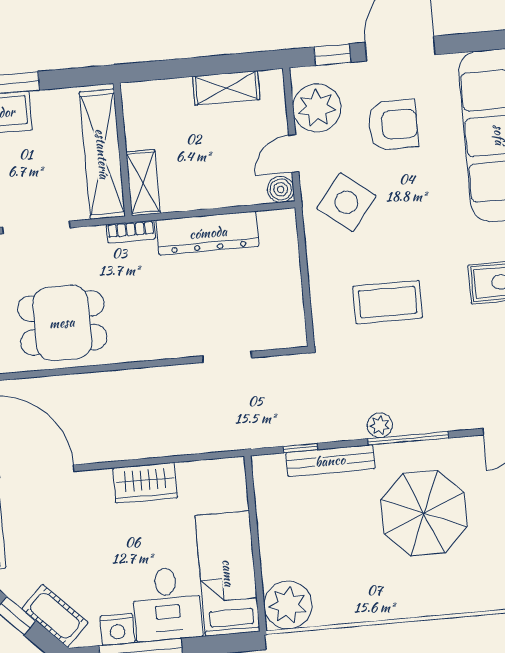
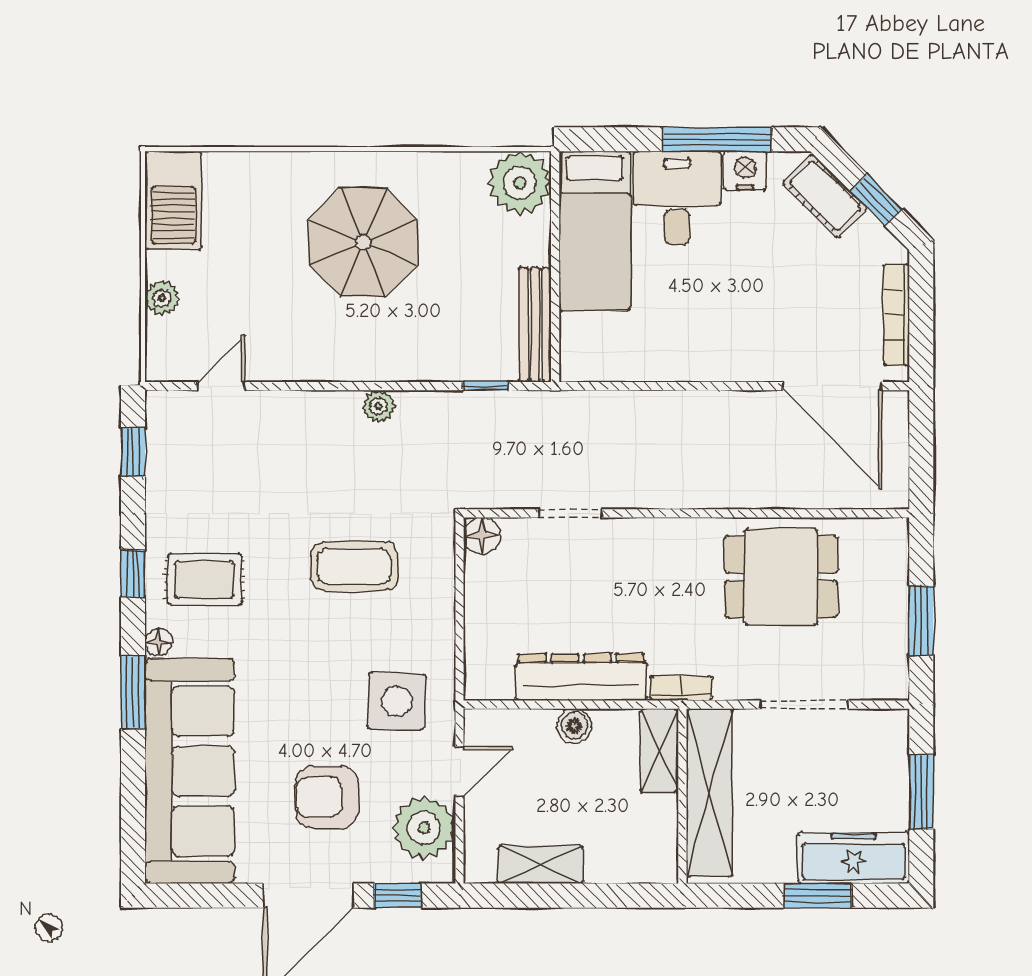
boiler: (281, 189) -> (574, 726), moved
side table: (346, 202) -> (396, 701), turned -36
floor lamp: (293, 334) -> (482, 536), added
window: (408, 438) -> (343, 386), removed
bench: (330, 461) -> (535, 325), moved, turned 90
wardrobe: (145, 483) -> (692, 359), removed
parasol: (424, 513) -> (363, 242), moved

